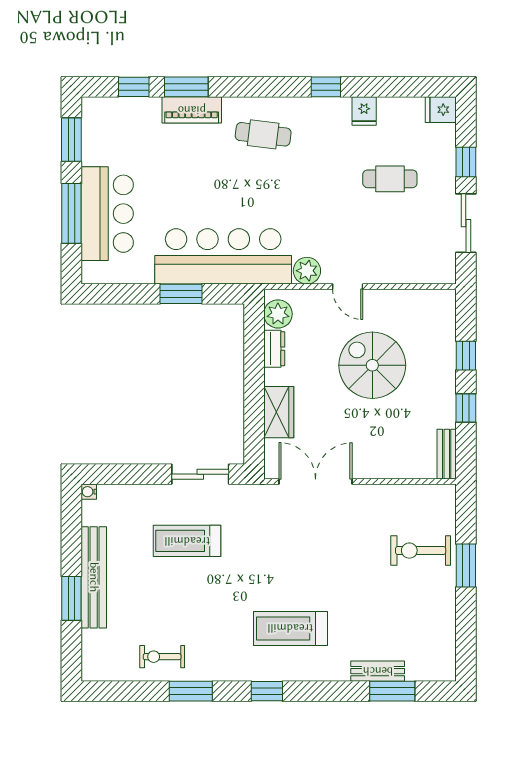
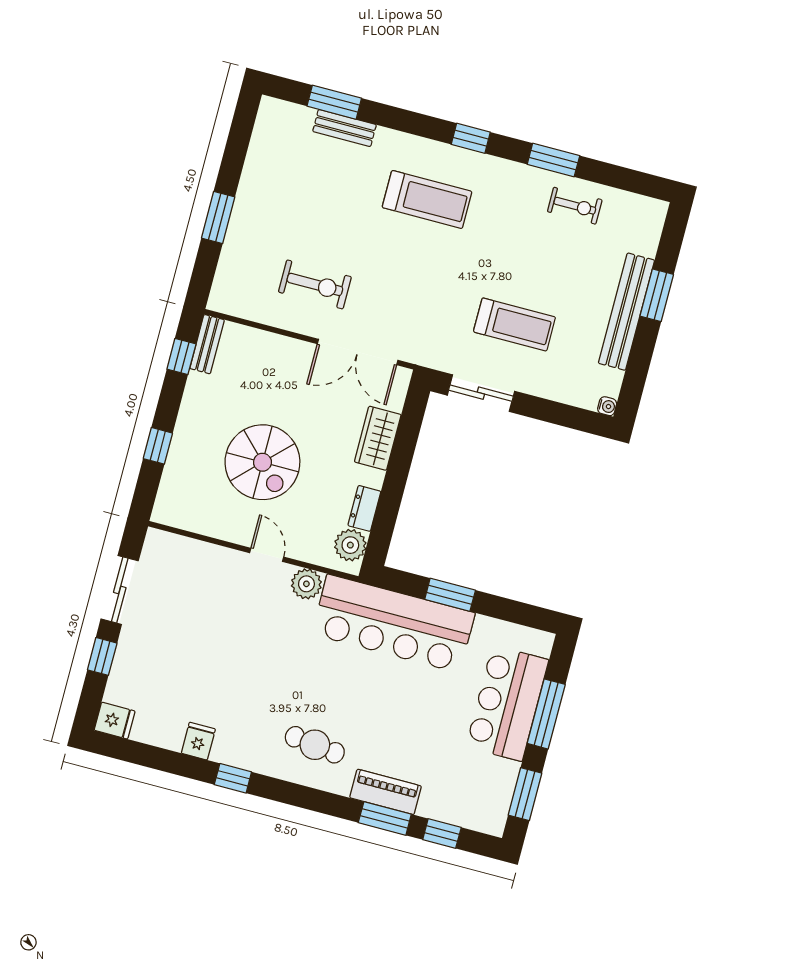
cafe table: (390, 179) -> (190, 660), removed
window: (466, 408) -> (181, 356), moved
exercise bike: (421, 551) -> (315, 284), moved

